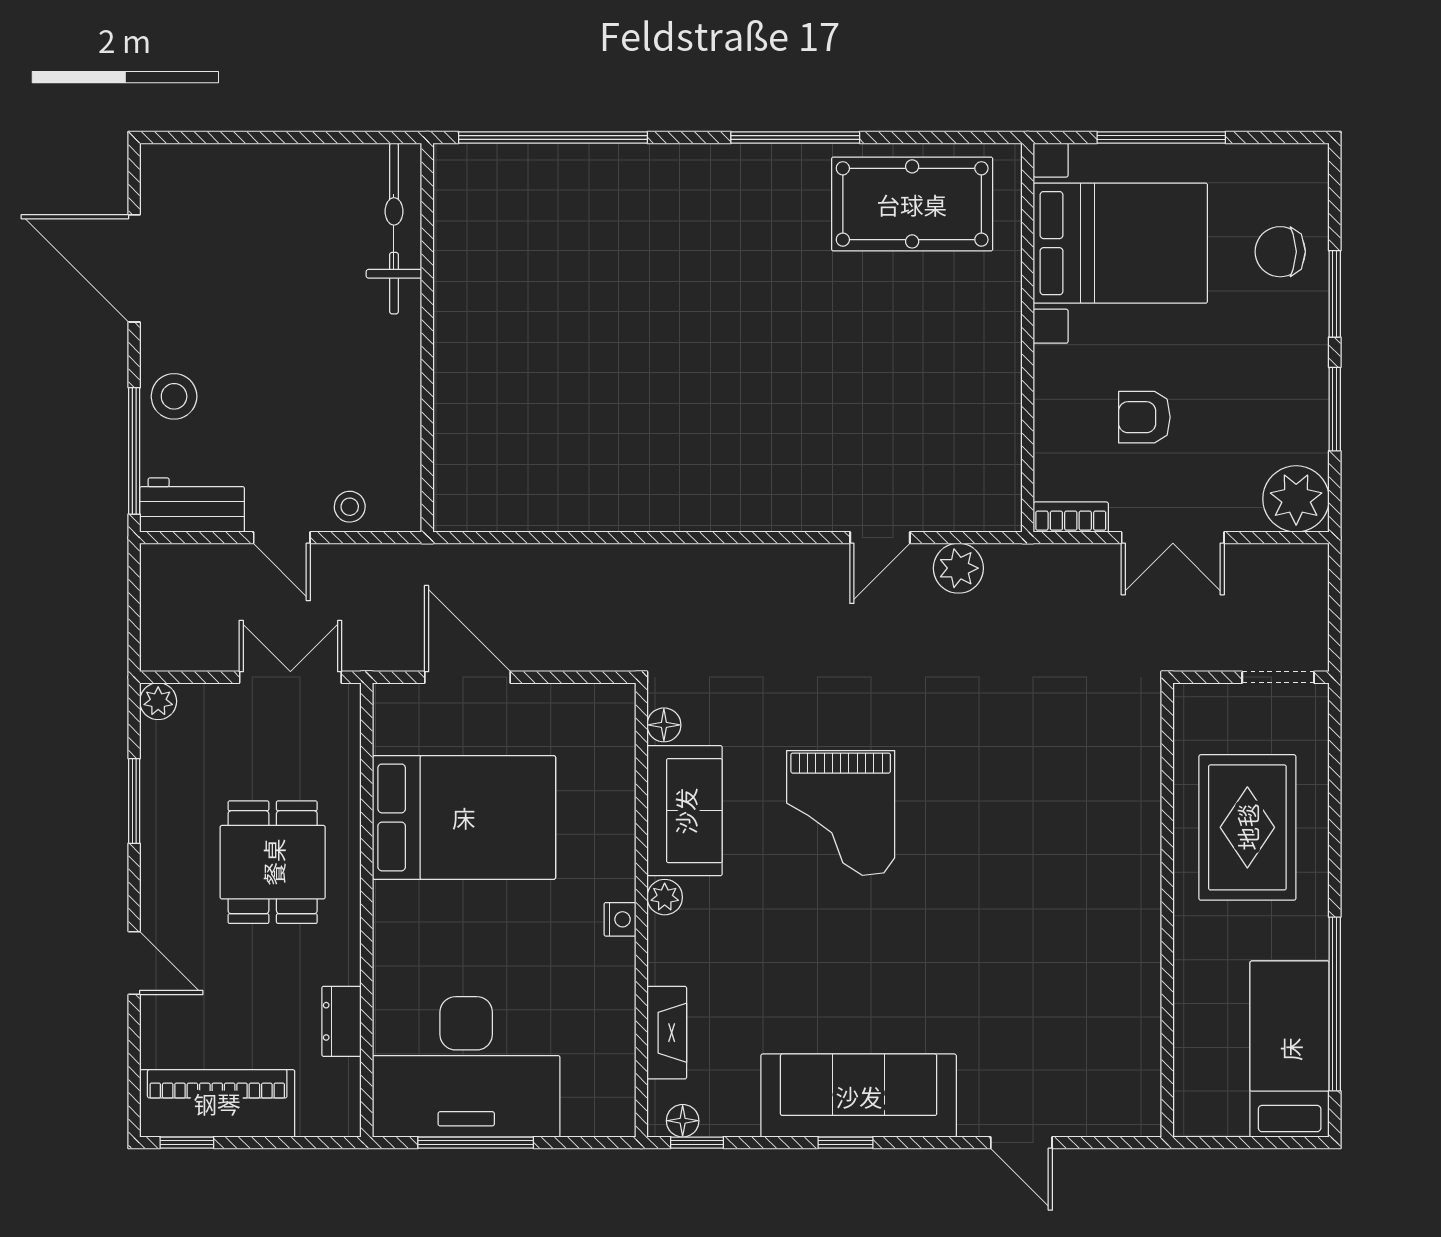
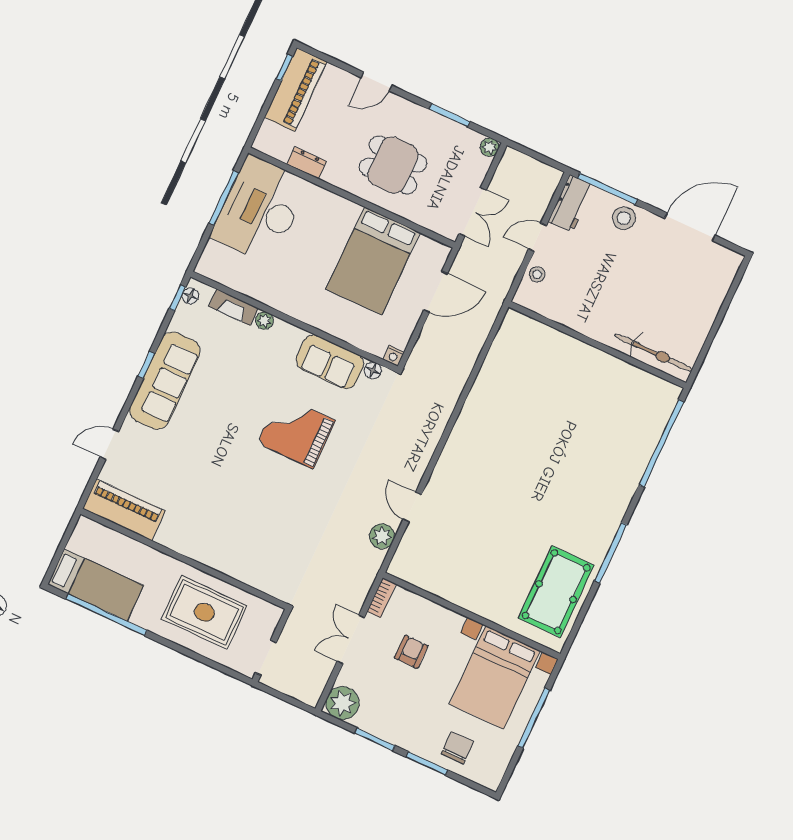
plant: (665, 897) -> (264, 321), moved
nightstand: (620, 919) -> (394, 356), moved
piano: (1129, 1061) -> (124, 510), added

